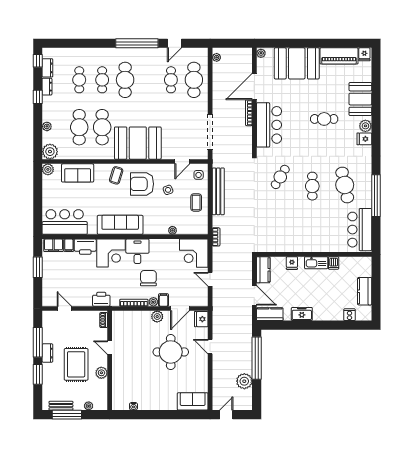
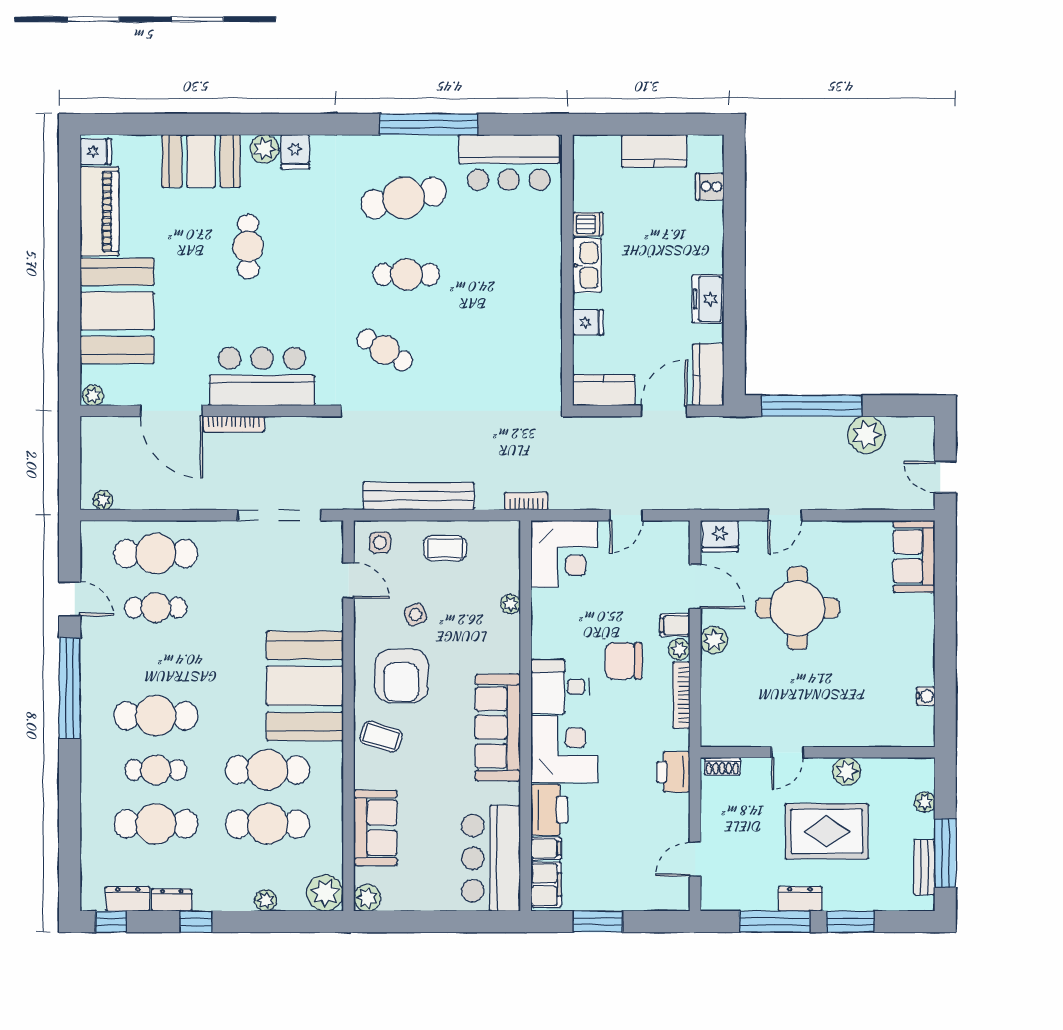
cafe table: (79, 80) -> (156, 824), width x1.37, depth x1.35

